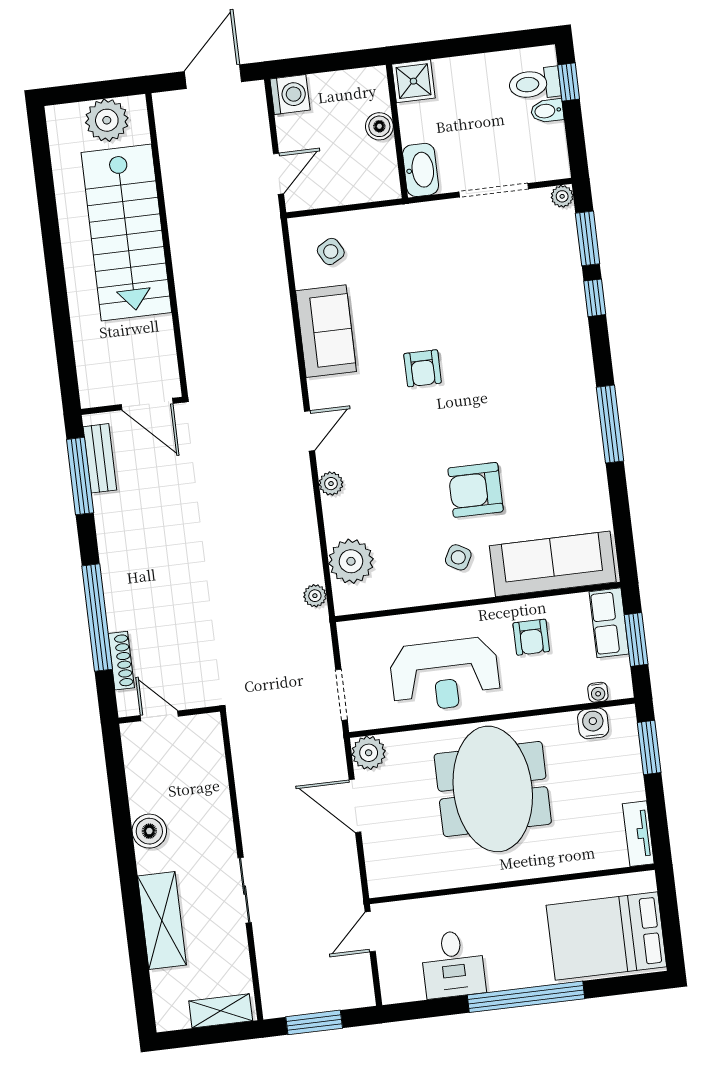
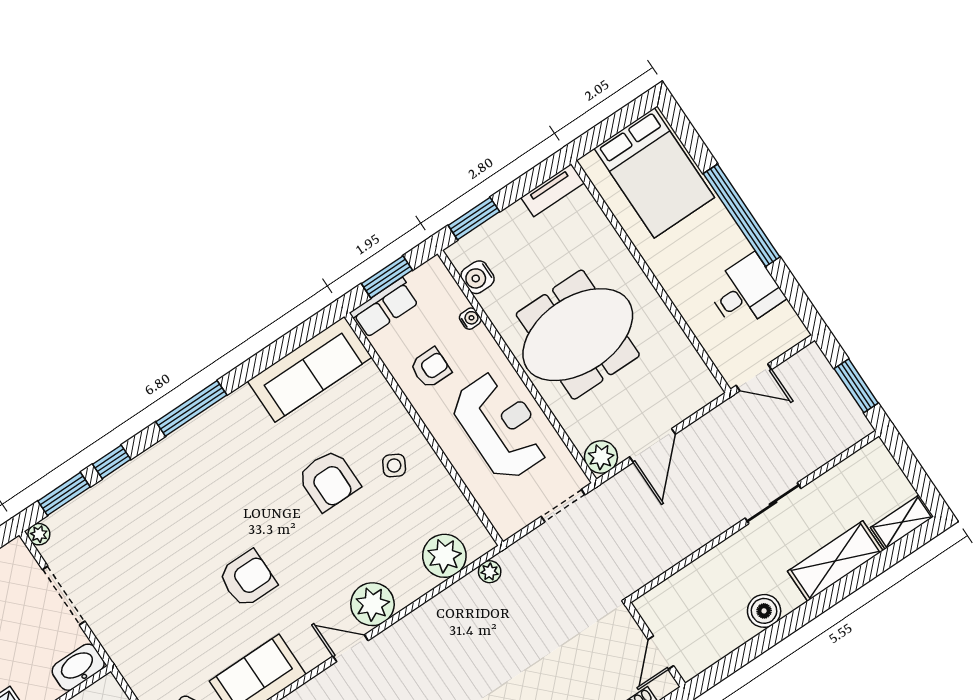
armchair: (423, 368) -> (247, 579), width x1.38, depth x1.38
window: (610, 424) -> (191, 408), moved
plant: (331, 484) -> (372, 604), width x1.88, depth x1.88
sofa: (553, 564) -> (310, 369), moved, turned -90
water cooler: (598, 692) -> (470, 319), moved
shelving: (221, 1011) -> (902, 522), moved, turned 90

